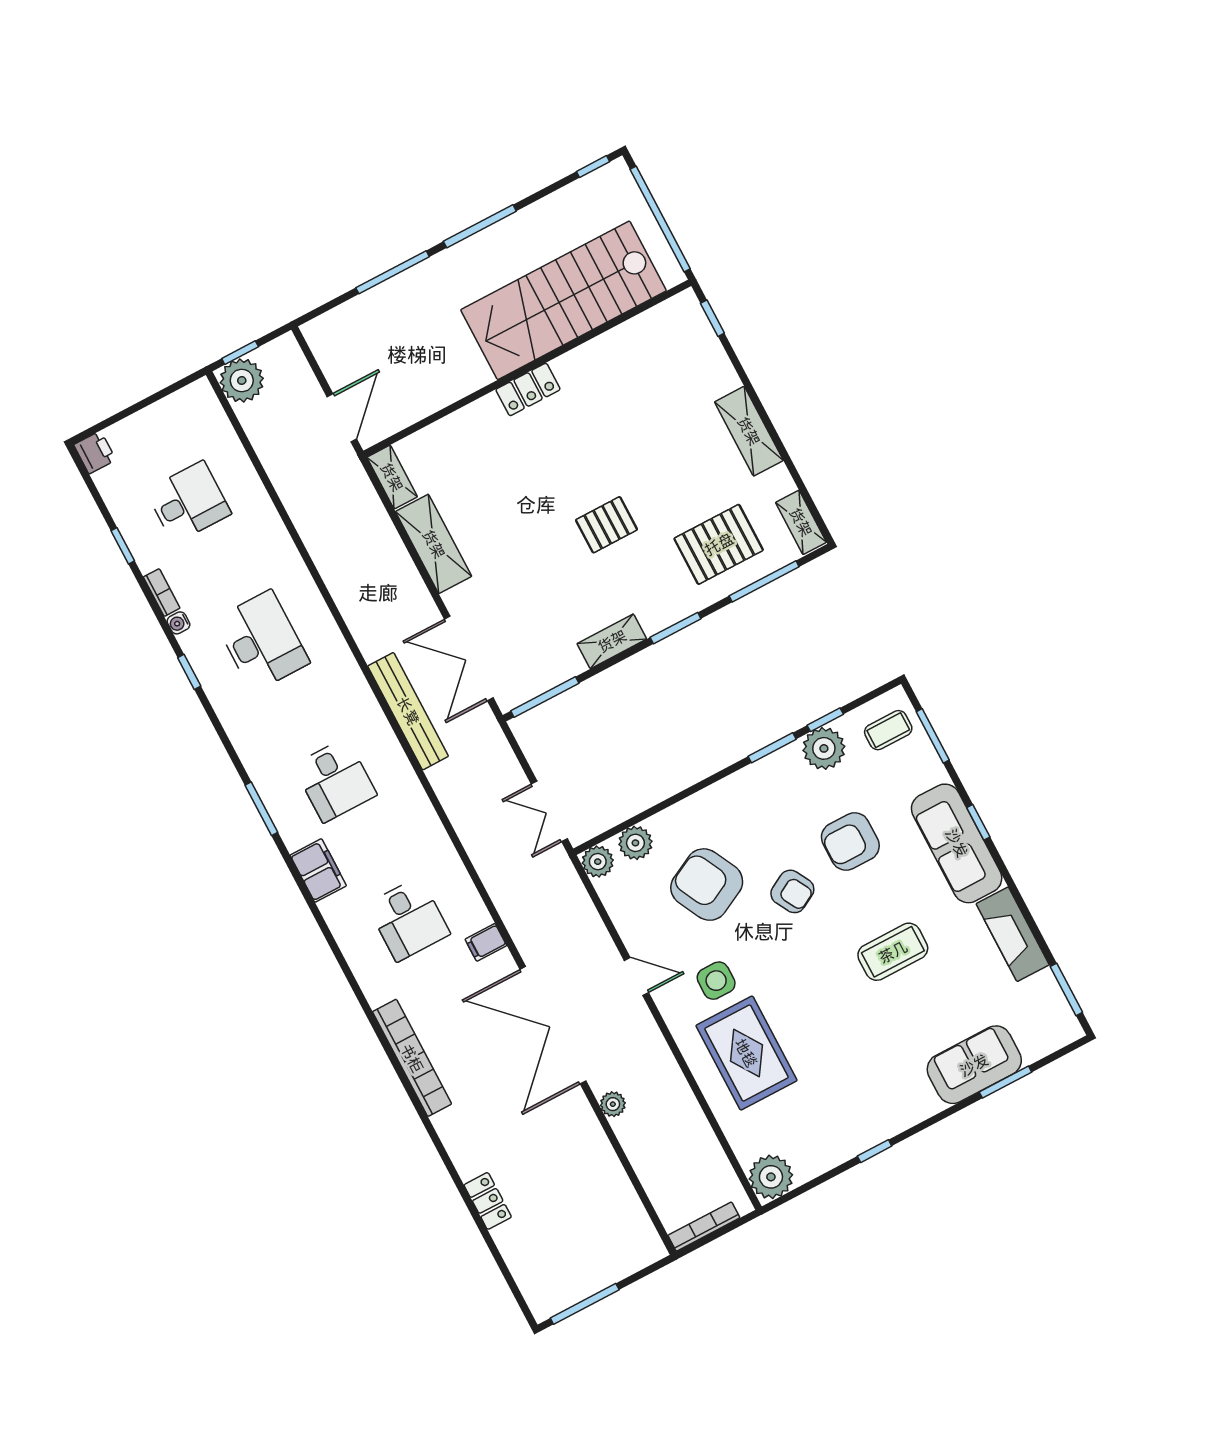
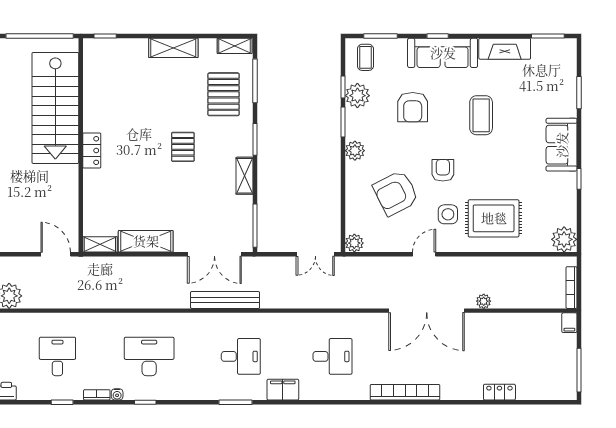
plant: (635, 843) -> (355, 151), moved
armchair: (792, 891) -> (443, 170), moved, turned -61
filing cabinet: (486, 942) -> (569, 323), moved
sofa: (974, 1065) -> (562, 145), moved

